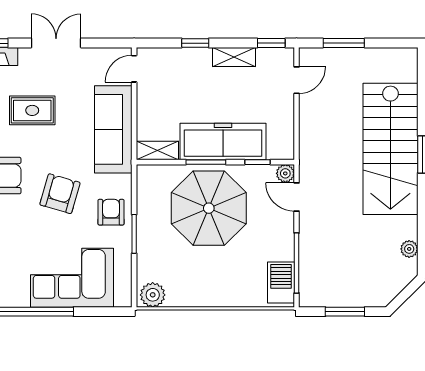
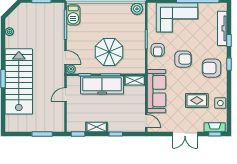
door: (134, 69) -> (146, 121), hinge flipped
door: (297, 80) -> (65, 95), moved
armchair: (60, 194) -> (183, 59), turned -106
parasol: (209, 208) -> (109, 52), width x0.73, depth x0.73

